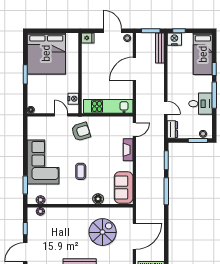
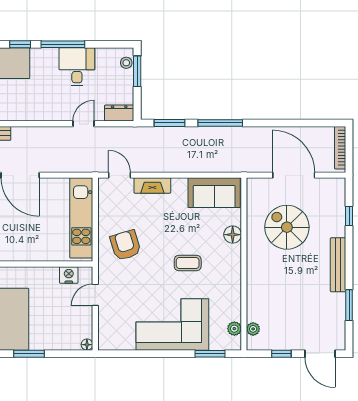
armchair: (81, 132) -> (125, 245), moved

